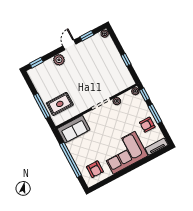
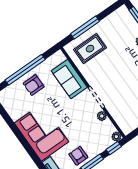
rug: (60, 104) -> (90, 49), turned 90
sofa: (74, 129) -> (69, 79), moved
armchair: (95, 169) -> (34, 85), moved

